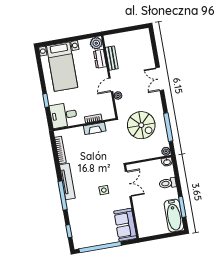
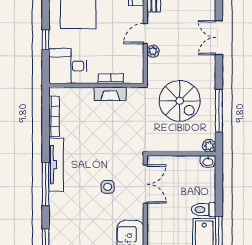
toilet: (168, 183) -> (203, 210), moved

